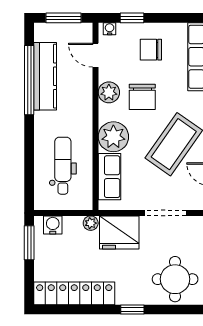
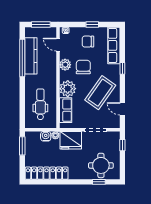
window: (132, 18) -> (92, 24), moved
chair: (142, 97) -> (83, 67), turned 180
water cooler: (53, 225) -> (46, 136), moved
window: (132, 309) -> (99, 182), moved

